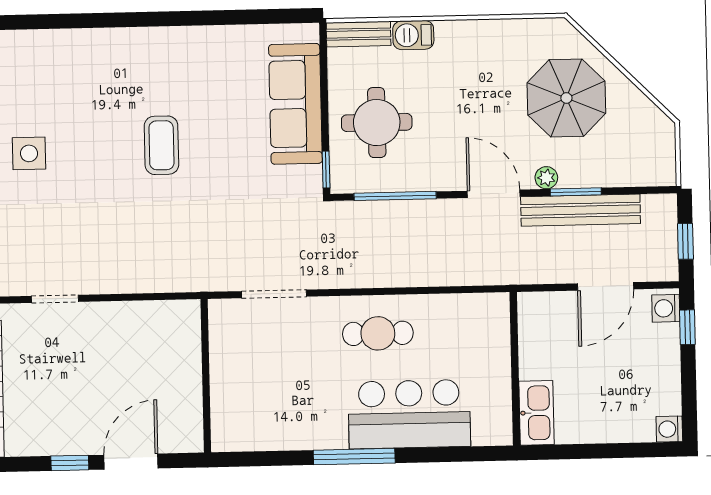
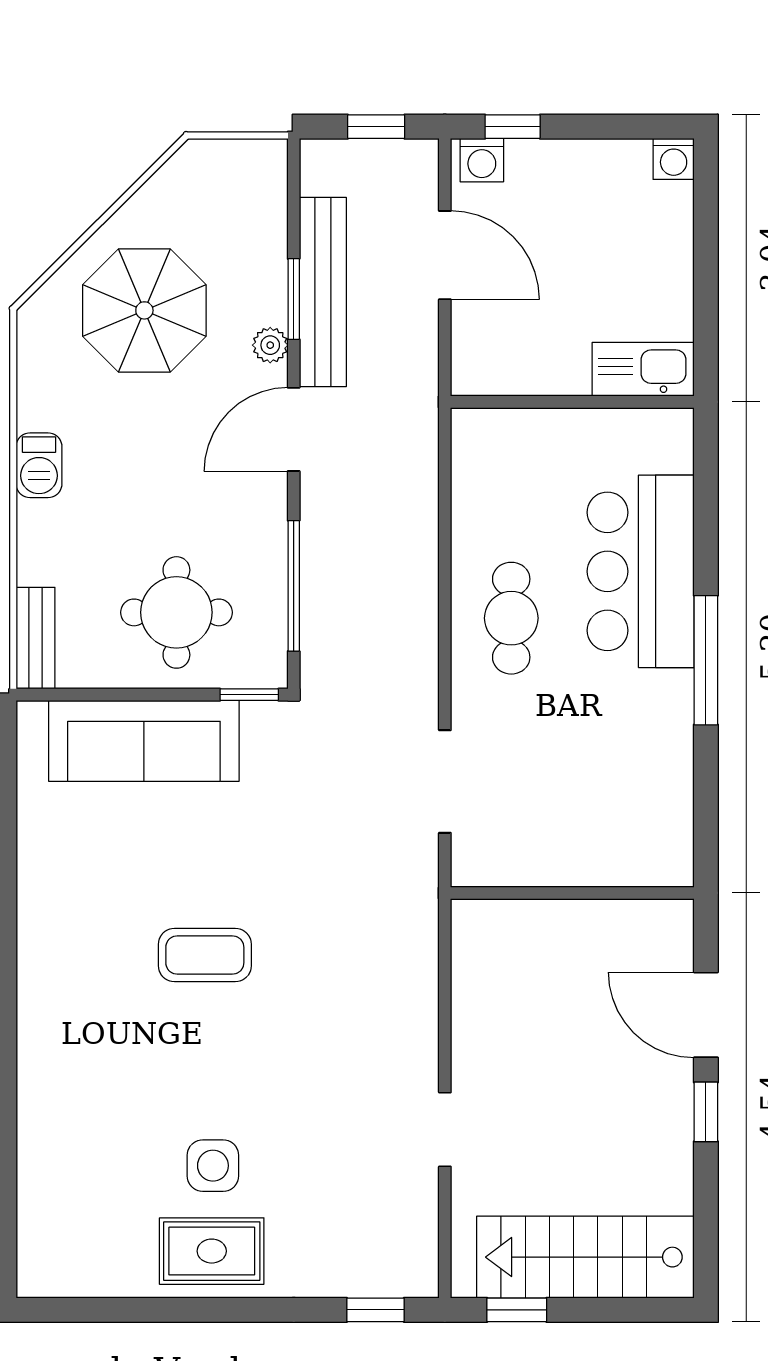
barbecue: (413, 35) -> (39, 465), moved

